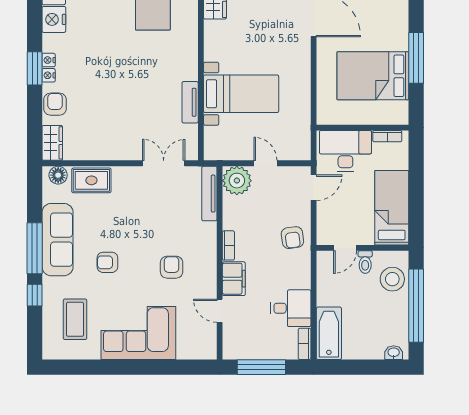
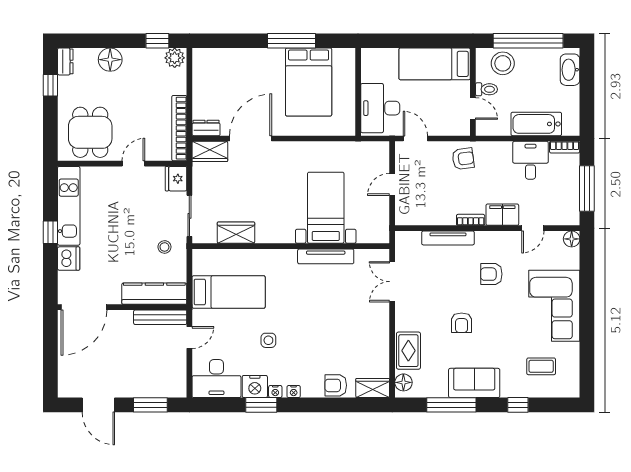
side table: (102, 34) -> (268, 340), added
window: (35, 68) -> (261, 405), moved
nightstand: (49, 75) -> (275, 392), moved
tv unit: (190, 102) -> (326, 256), width x1.41
bookcase: (387, 136) -> (366, 68), removed
plant: (237, 181) -> (409, 212), removed
tv unit: (209, 194) -> (448, 238), moved
sofa: (58, 240) -> (474, 383), width x0.73
window: (35, 248) -> (451, 405), moved
armchair: (107, 262) -> (462, 323), moved
coffee table: (75, 319) -> (541, 366), width x0.73, depth x0.77
bathtub: (329, 333) -> (536, 124), moved
floor lamp: (208, 351) -> (572, 239), added
washbasin: (394, 353) -> (570, 70), width x1.91, depth x1.45

